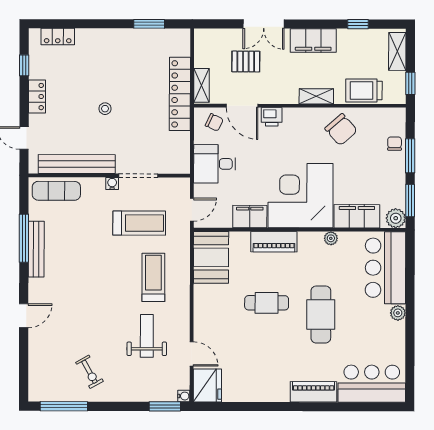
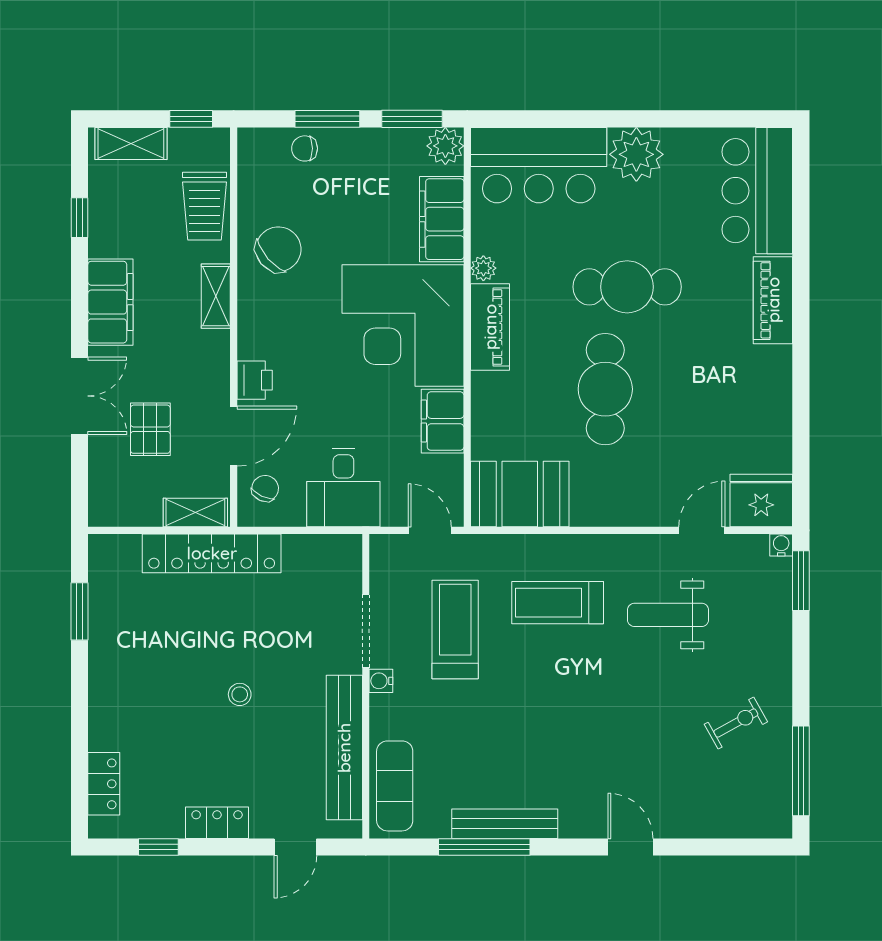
piano: (274, 242) -> (490, 327), moved
cafe table: (267, 303) -> (605, 389), width x1.37, depth x1.35
plant: (398, 313) -> (636, 154), width x1.87, depth x1.87

